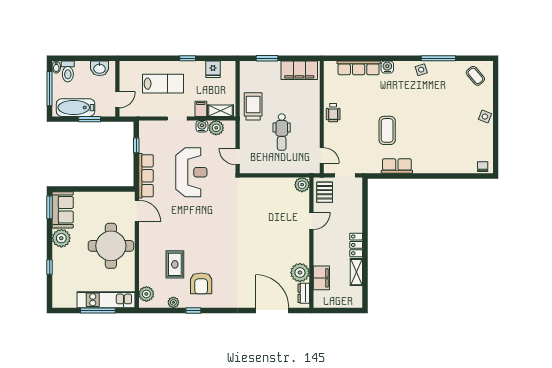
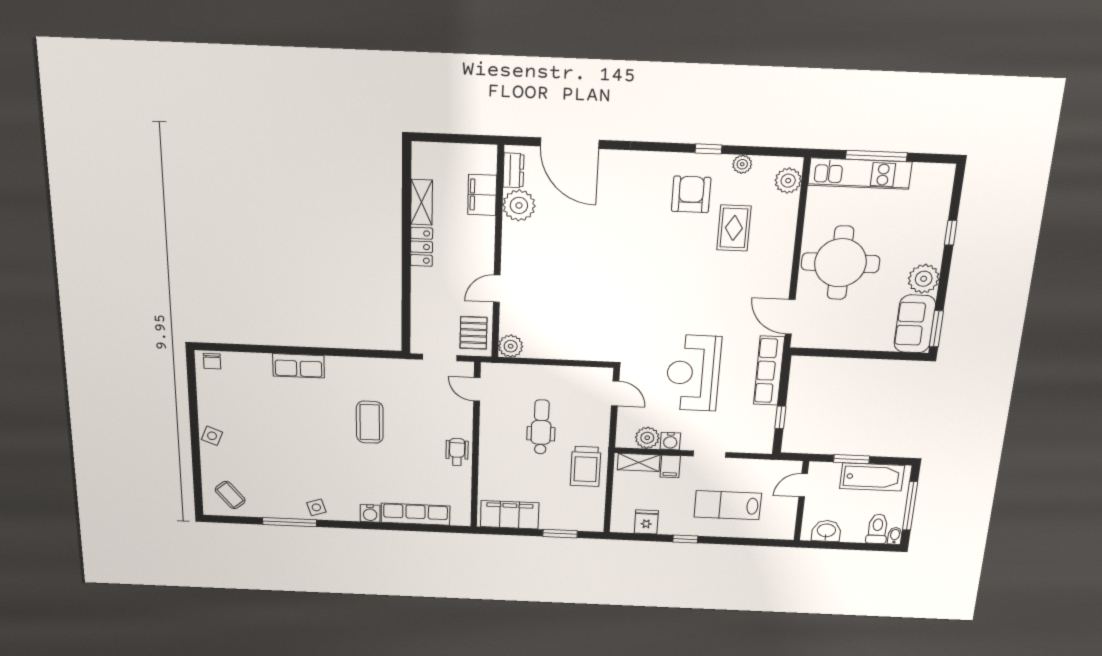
row of seats: (397, 166) -> (298, 366), moved

